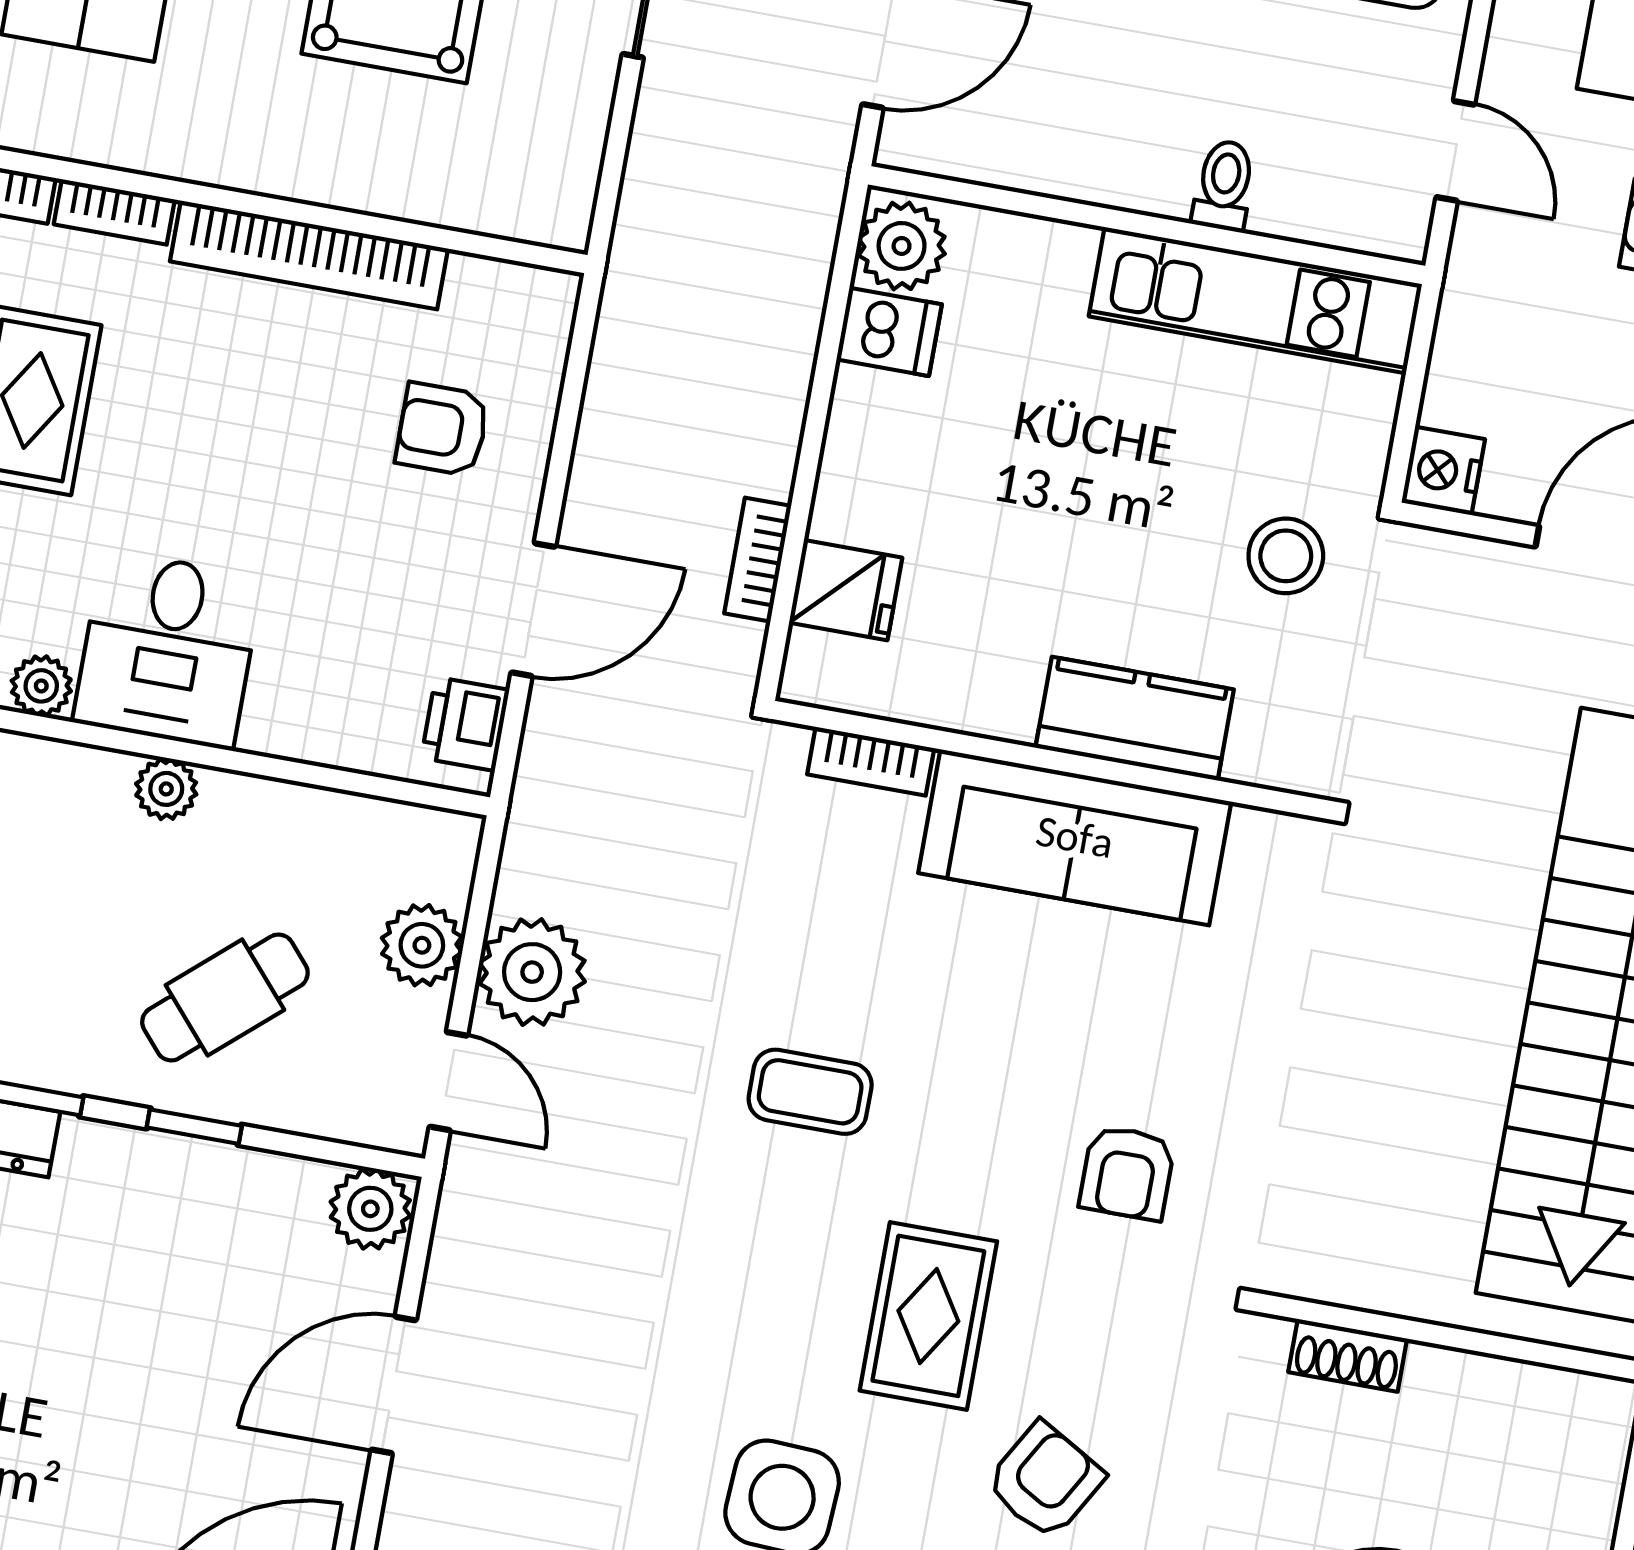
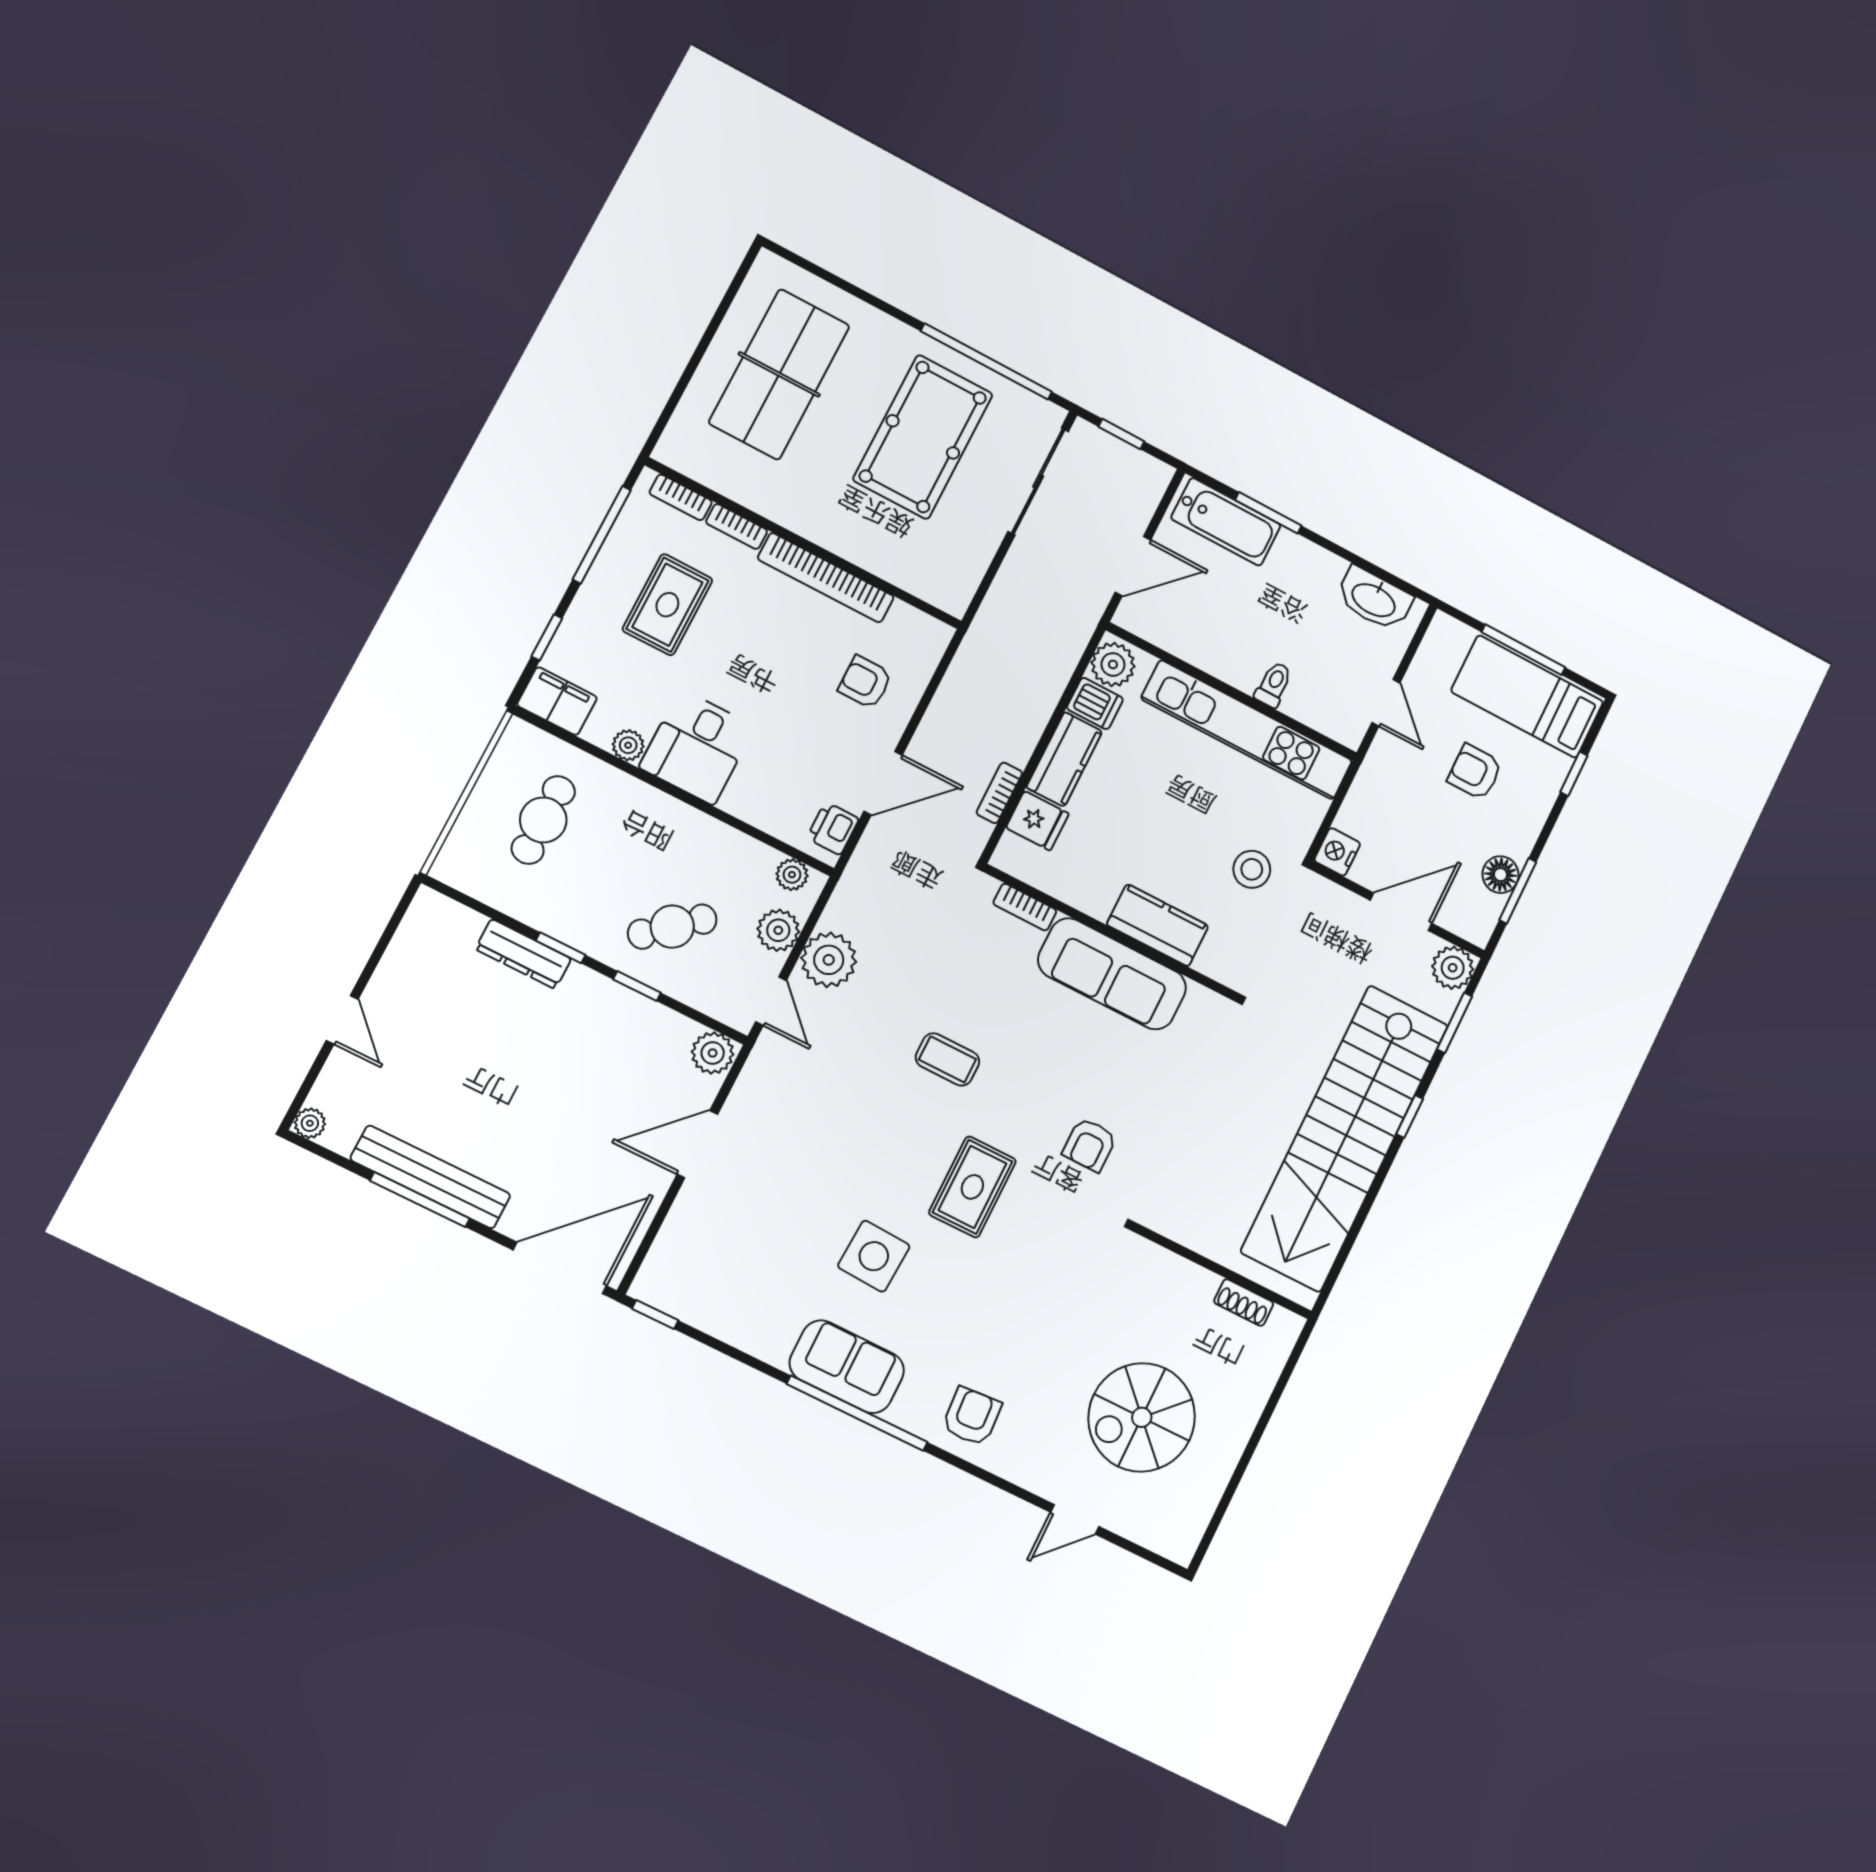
kitchen unit: (1255, 300) -> (1247, 730), width x1.36
kitchen counter: (862, 457) -> (1064, 759), added
plant: (166, 789) -> (792, 875), moved
shoe rack: (1348, 1355) -> (1244, 1302), moved
armchair: (1045, 1481) -> (1005, 1285), removed

